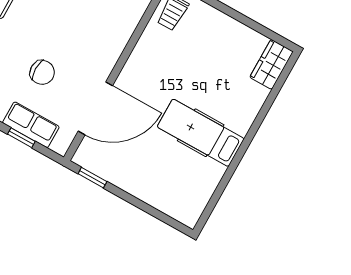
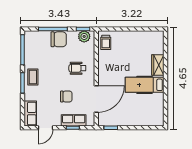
wheelchair: (93, 31) -> (77, 68), added
wardrobe: (271, 64) -> (158, 65), moved

